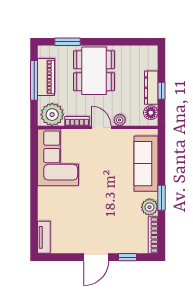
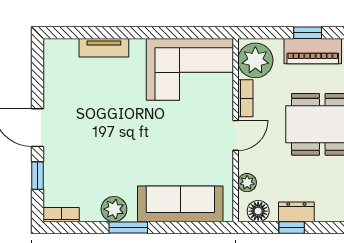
window: (34, 80) -> (308, 33), width x0.46
dresser: (151, 88) -> (296, 212), width x0.70
plant: (120, 120) -> (247, 183), moved
bookcase: (153, 235) -> (61, 215), width x0.64
tv unit: (44, 237) -> (104, 48), moved

